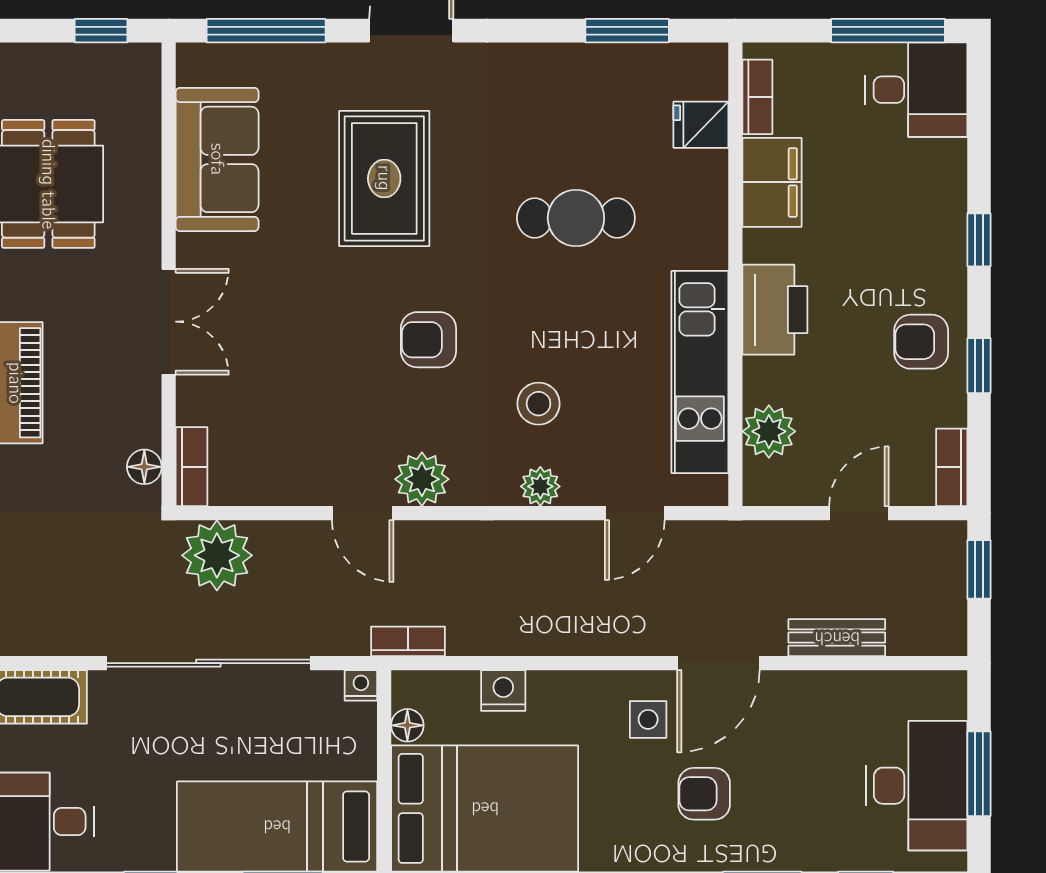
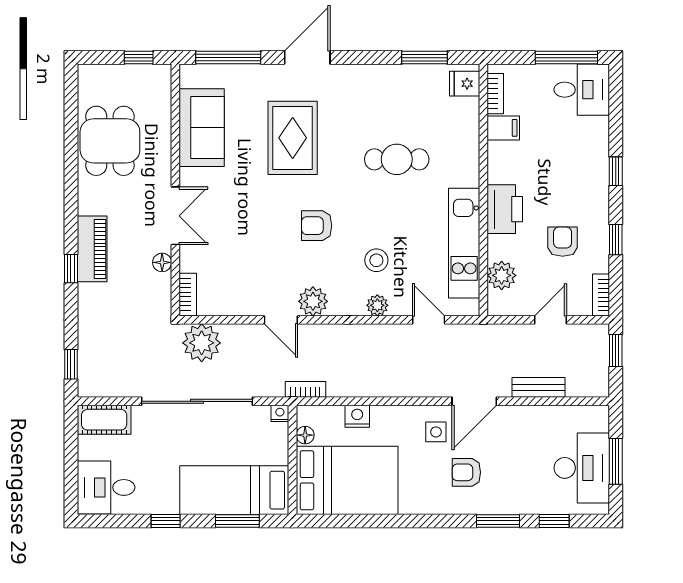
fridge: (701, 125) -> (465, 84), moved
filing cabinet: (772, 182) -> (503, 128), width x0.50
armchair: (921, 342) -> (563, 242), moved, turned 90
floor lamp: (144, 467) -> (162, 262), moved
door: (635, 513) -> (429, 320), swing flipped

